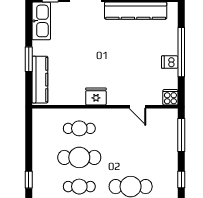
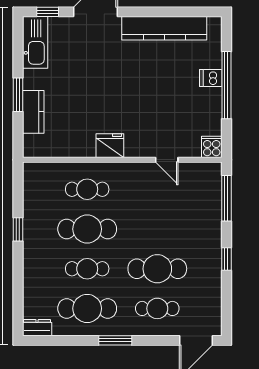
dishwasher: (170, 62) -> (211, 78), moved
kitchen counter: (40, 80) -> (33, 112), width x0.67
window: (29, 180) -> (18, 229), moved

